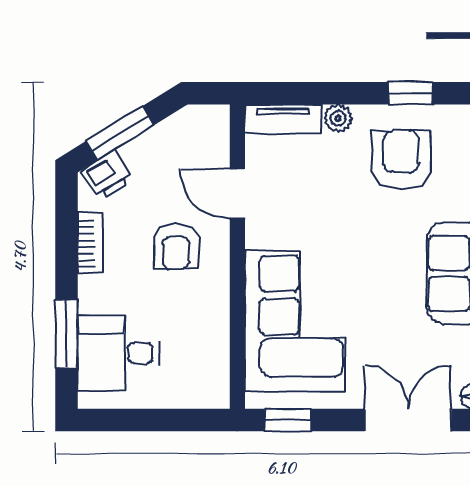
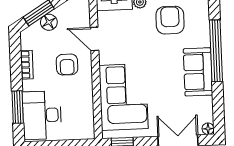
floor lamp: (141, 154) -> (49, 22), added
printer: (107, 176) -> (33, 33), removed
desk: (118, 353) -> (42, 115), width x1.37

